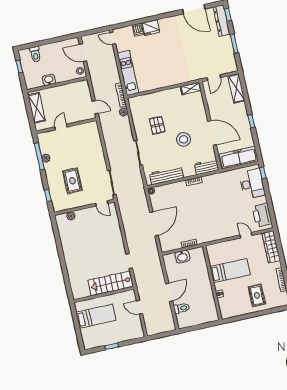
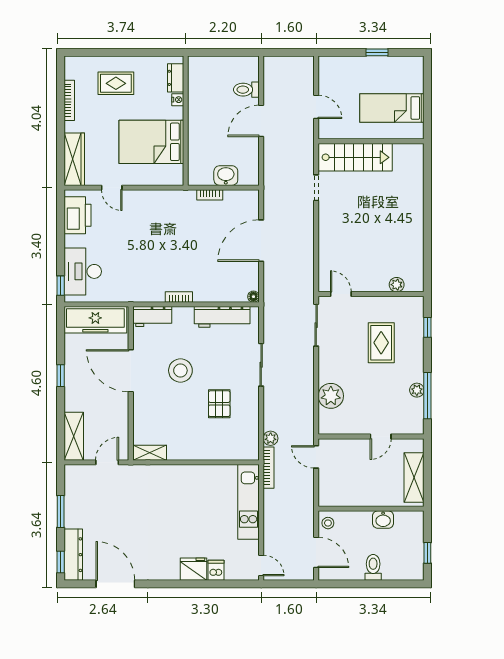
toilet: (35, 54) -> (373, 567), moved
plant: (94, 144) -> (331, 396), added
bed: (230, 271) -> (151, 142), width x1.50
rug: (257, 295) -> (116, 83), turned 90
dresser: (223, 306) -> (176, 78), added

